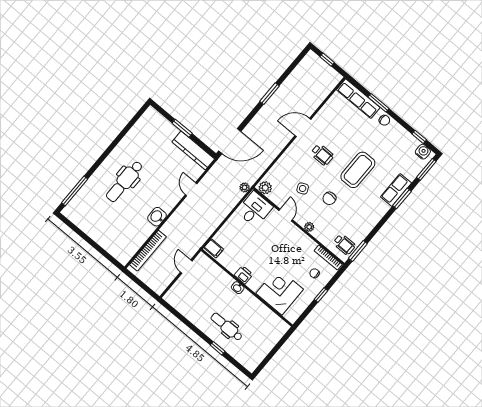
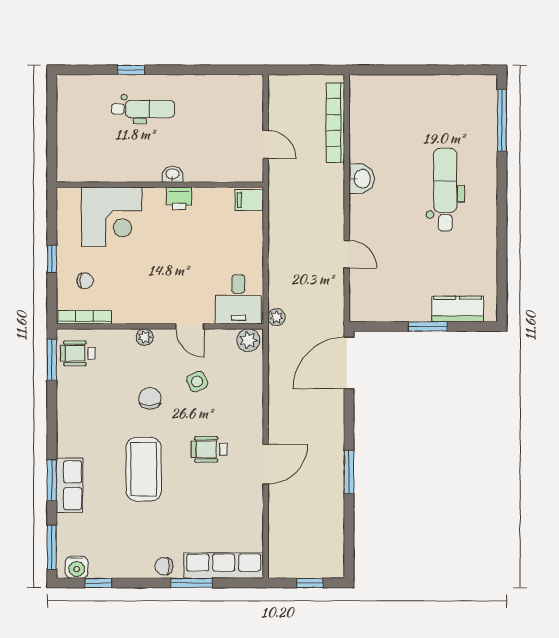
kitchen counter: (193, 150) -> (458, 309), moved, width x0.67

